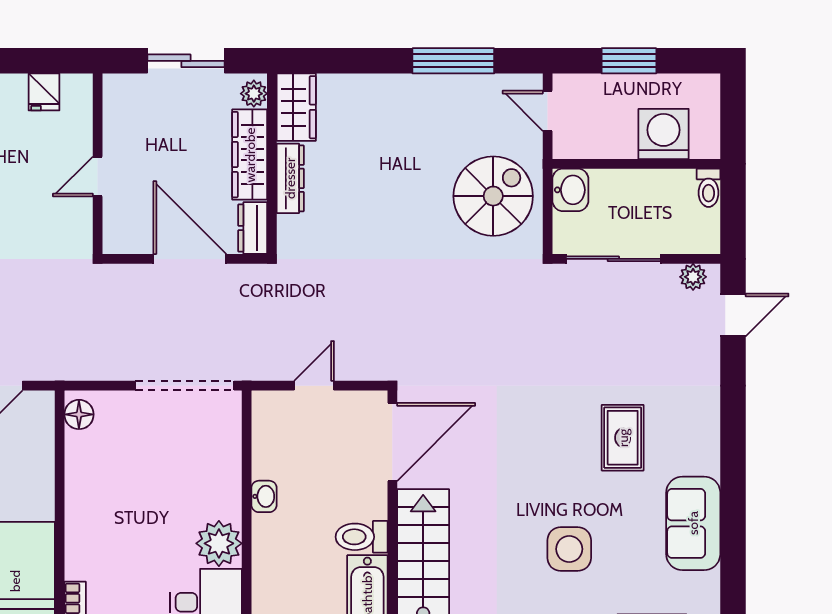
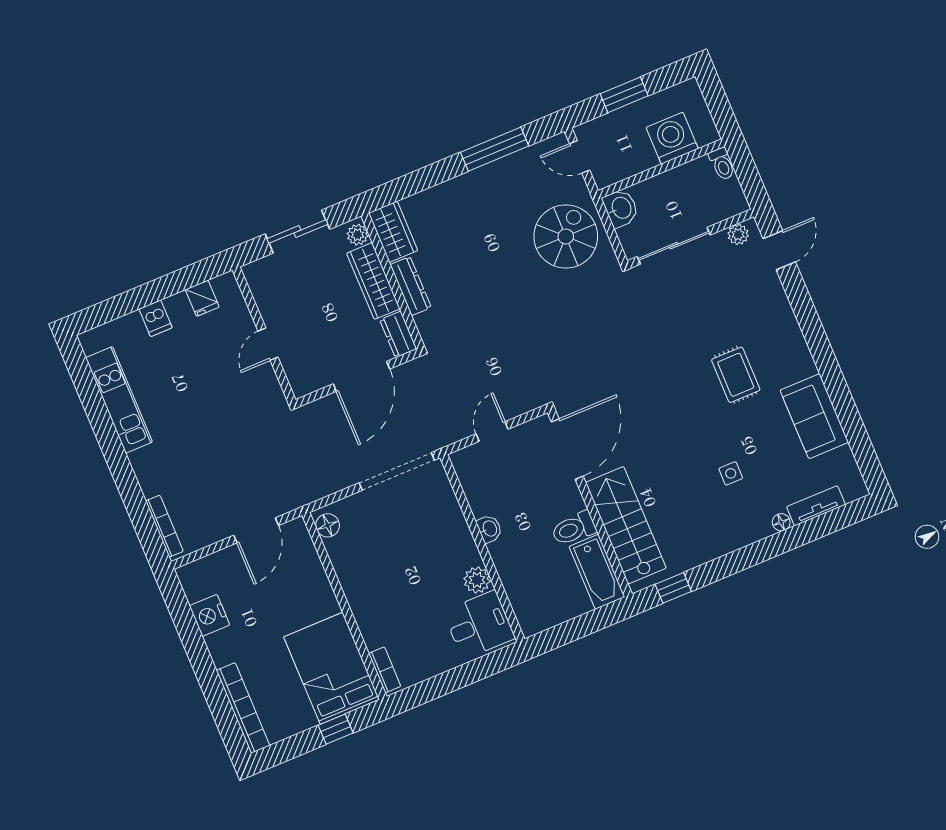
door: (190, 259) -> (361, 376), swing flipped
plant: (219, 543) -> (477, 580), width x0.73, depth x0.73
side table: (569, 549) -> (731, 473), width x0.54, depth x0.54

